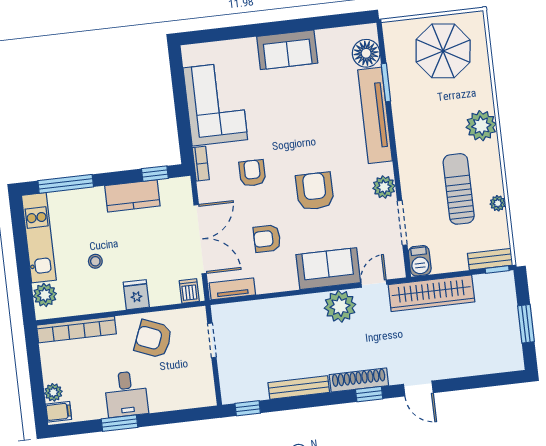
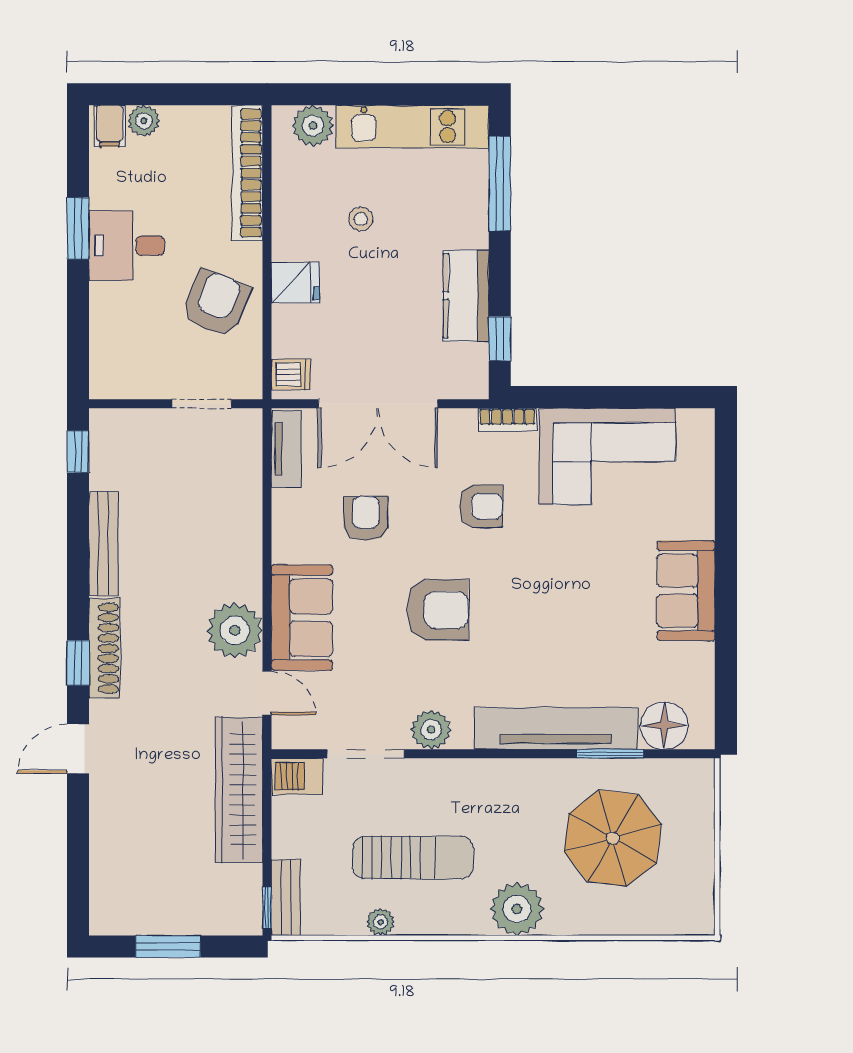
parasol: (443, 51) -> (613, 838), moved

